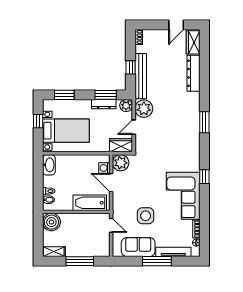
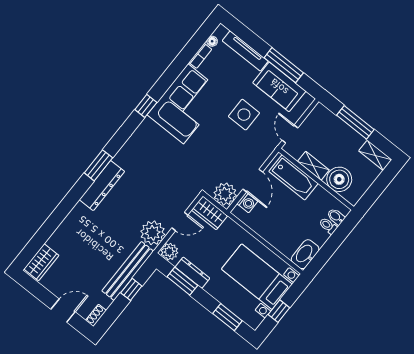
door: (176, 25) -> (63, 311), moved
dresser: (193, 73) -> (102, 186), moved
shelving: (84, 218) -> (313, 166), added
boiler: (51, 222) -> (339, 179), moved
window: (157, 261) -> (284, 65), moved

